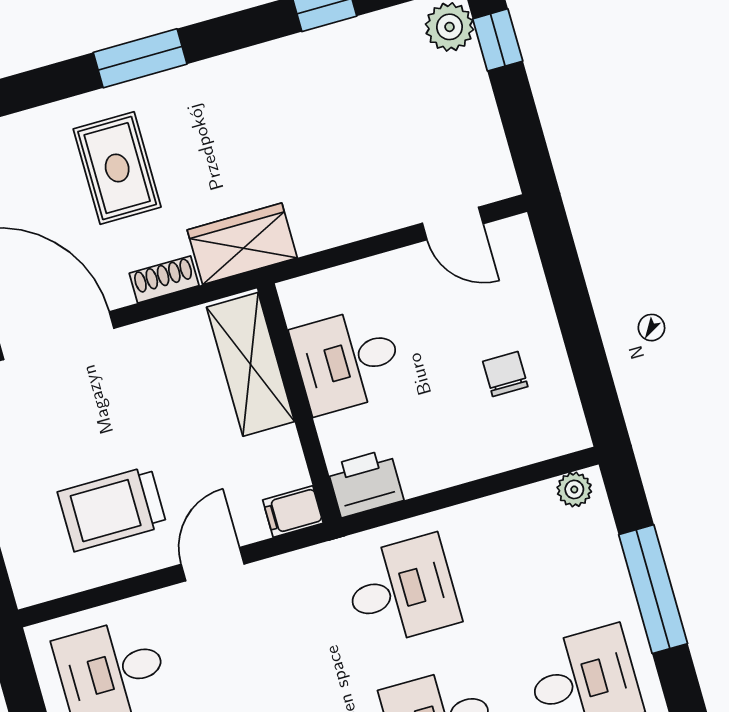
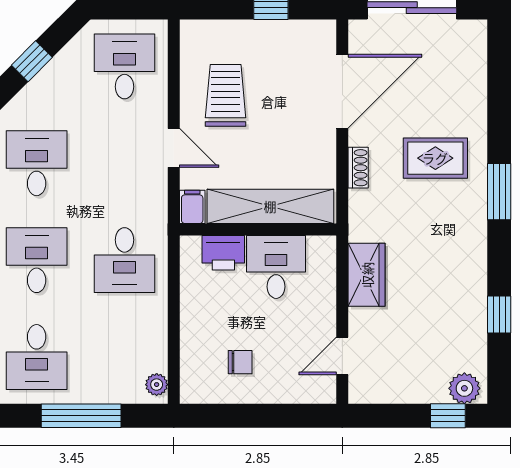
wardrobe: (242, 244) -> (367, 275), moved
shelving: (251, 364) -> (270, 206), width x1.47
printer: (365, 483) -> (223, 253), moved, turned 90

